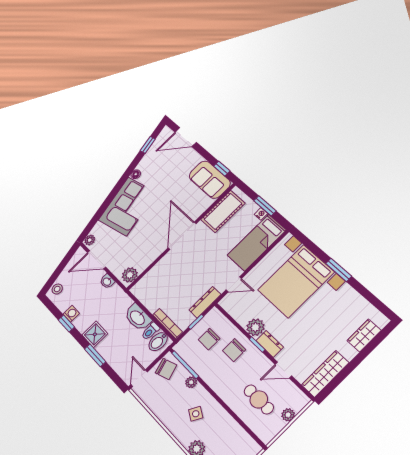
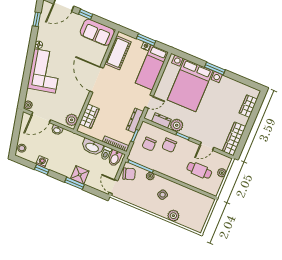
window: (222, 169) -> (86, 14), moved
wardrobe: (152, 278) -> (89, 116), added
shower: (95, 334) -> (80, 175), moved
dresser: (270, 344) -> (161, 120), moved

